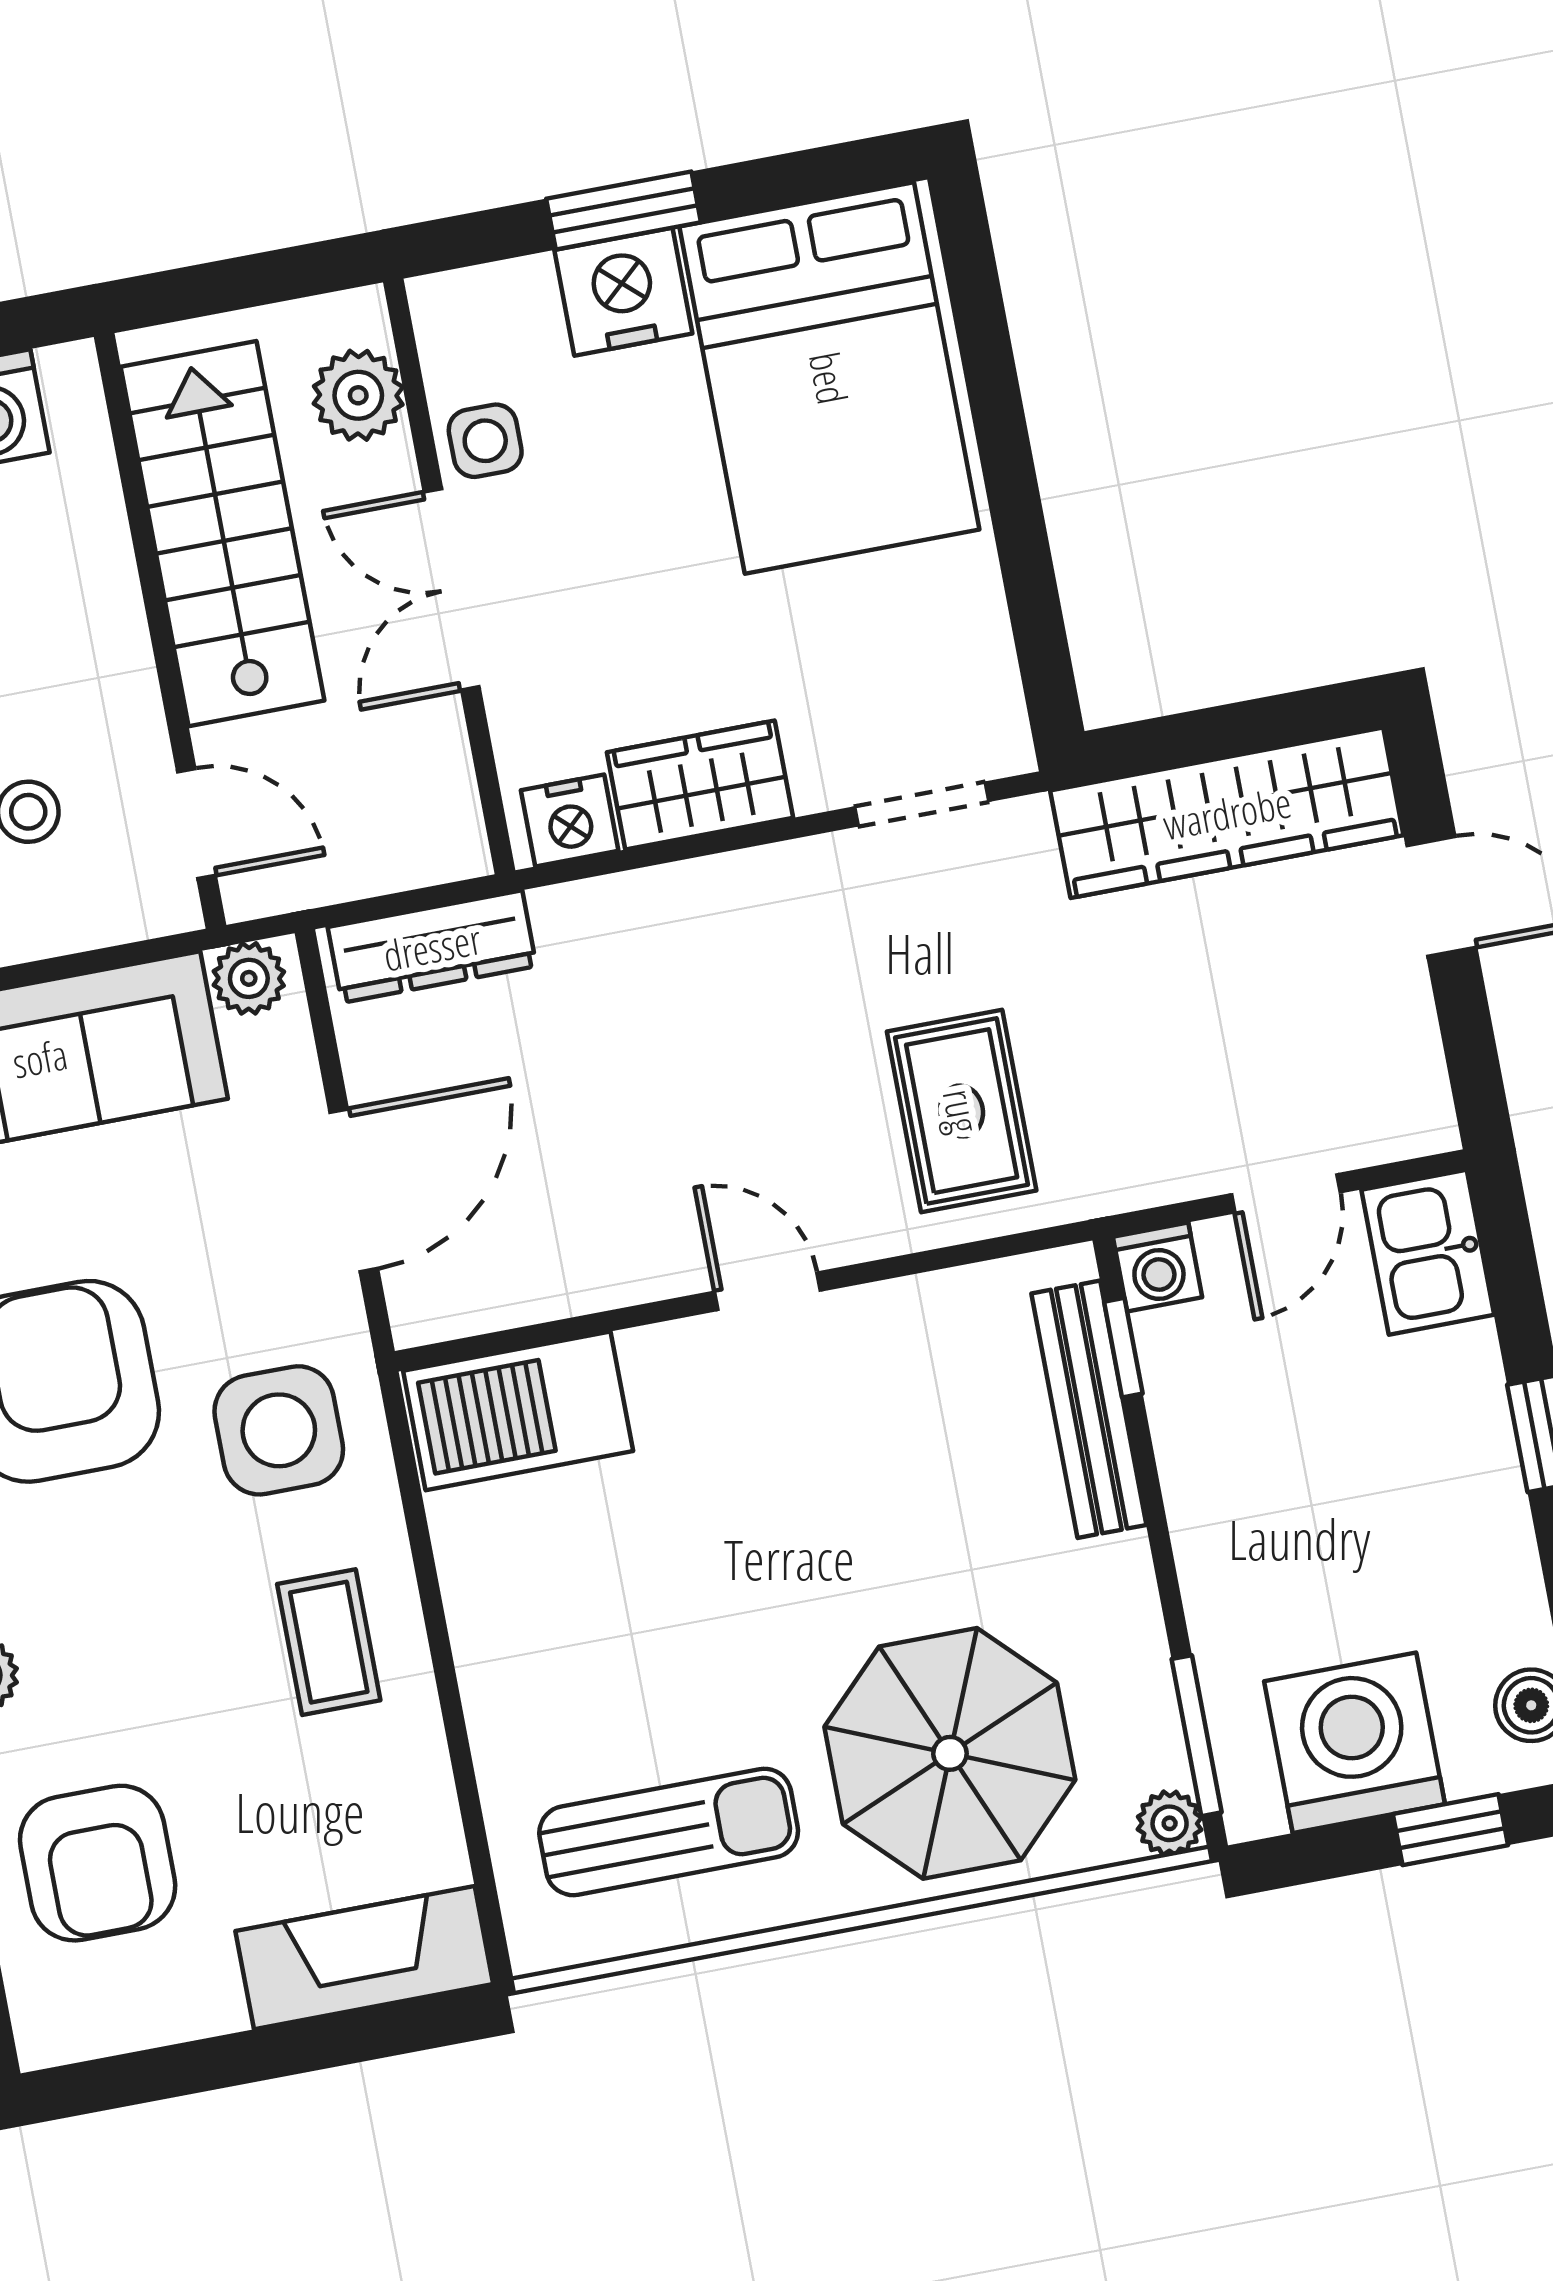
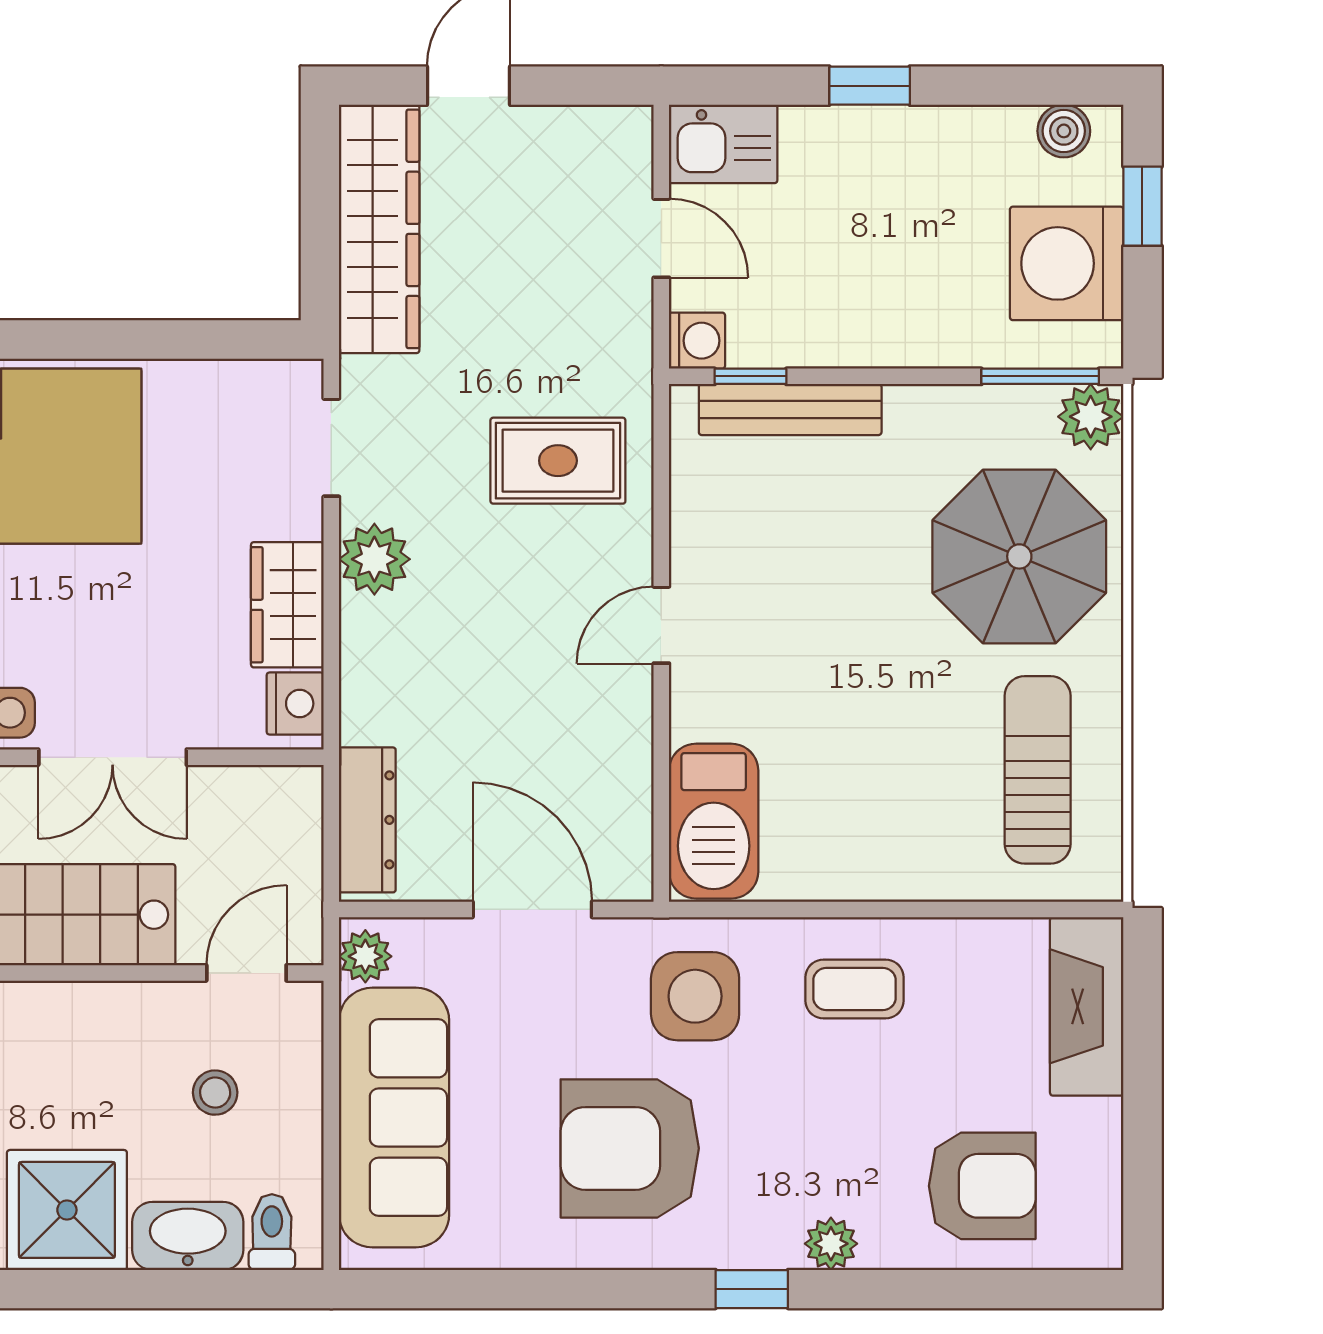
plant: (783, 890) -> (374, 559), added
plant: (1170, 1823) -> (1091, 417), width x1.38, depth x1.38

